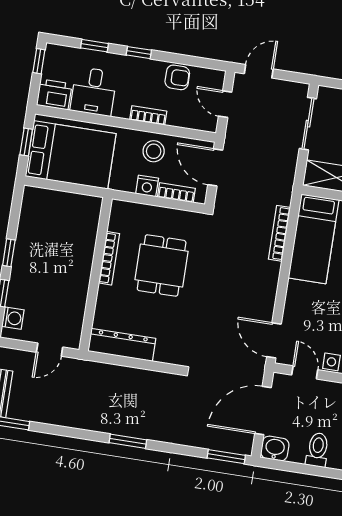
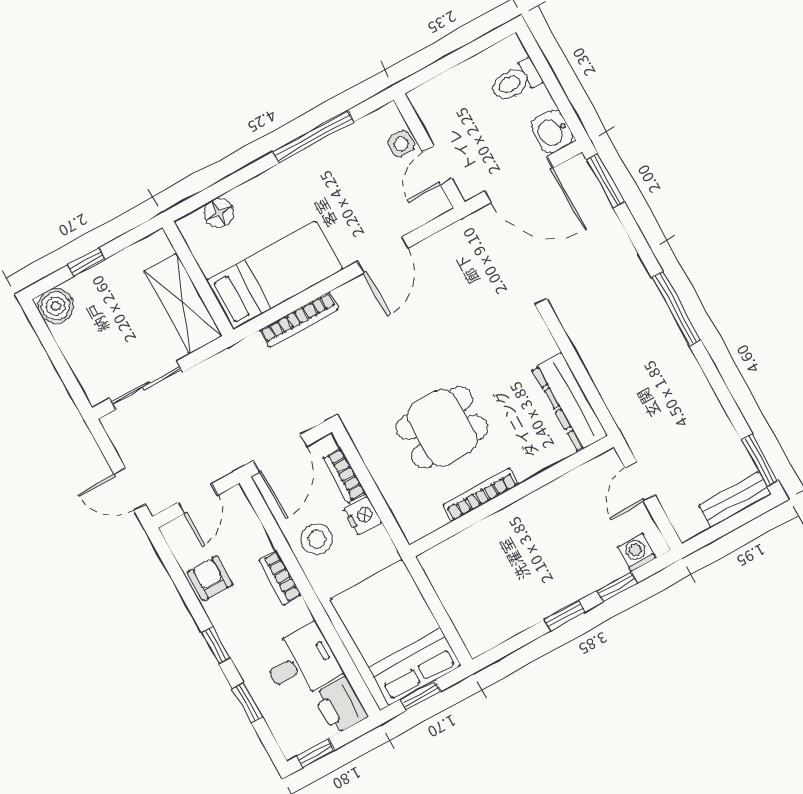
door: (274, 340) -> (383, 255), moved
door: (50, 350) -> (640, 482), swing flipped
window: (128, 441) -> (676, 308), width x1.44

